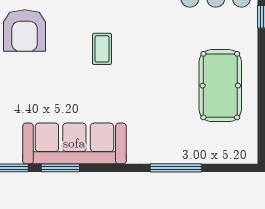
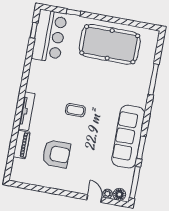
pool table: (220, 86) -> (110, 44), width x1.36, depth x1.32

